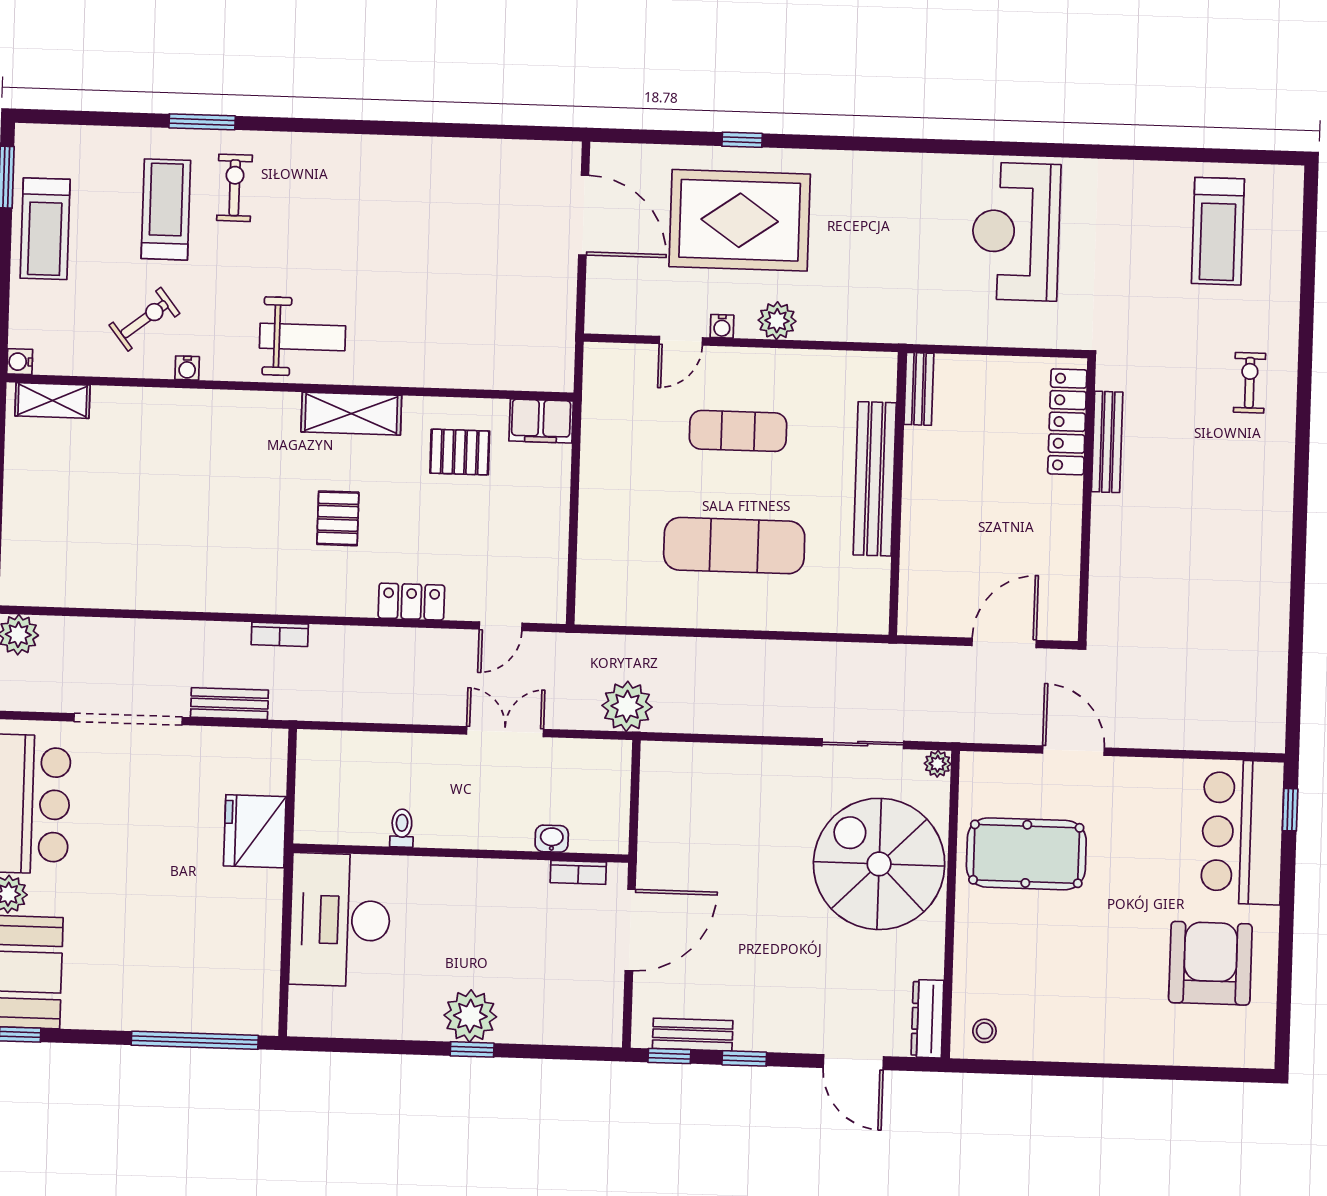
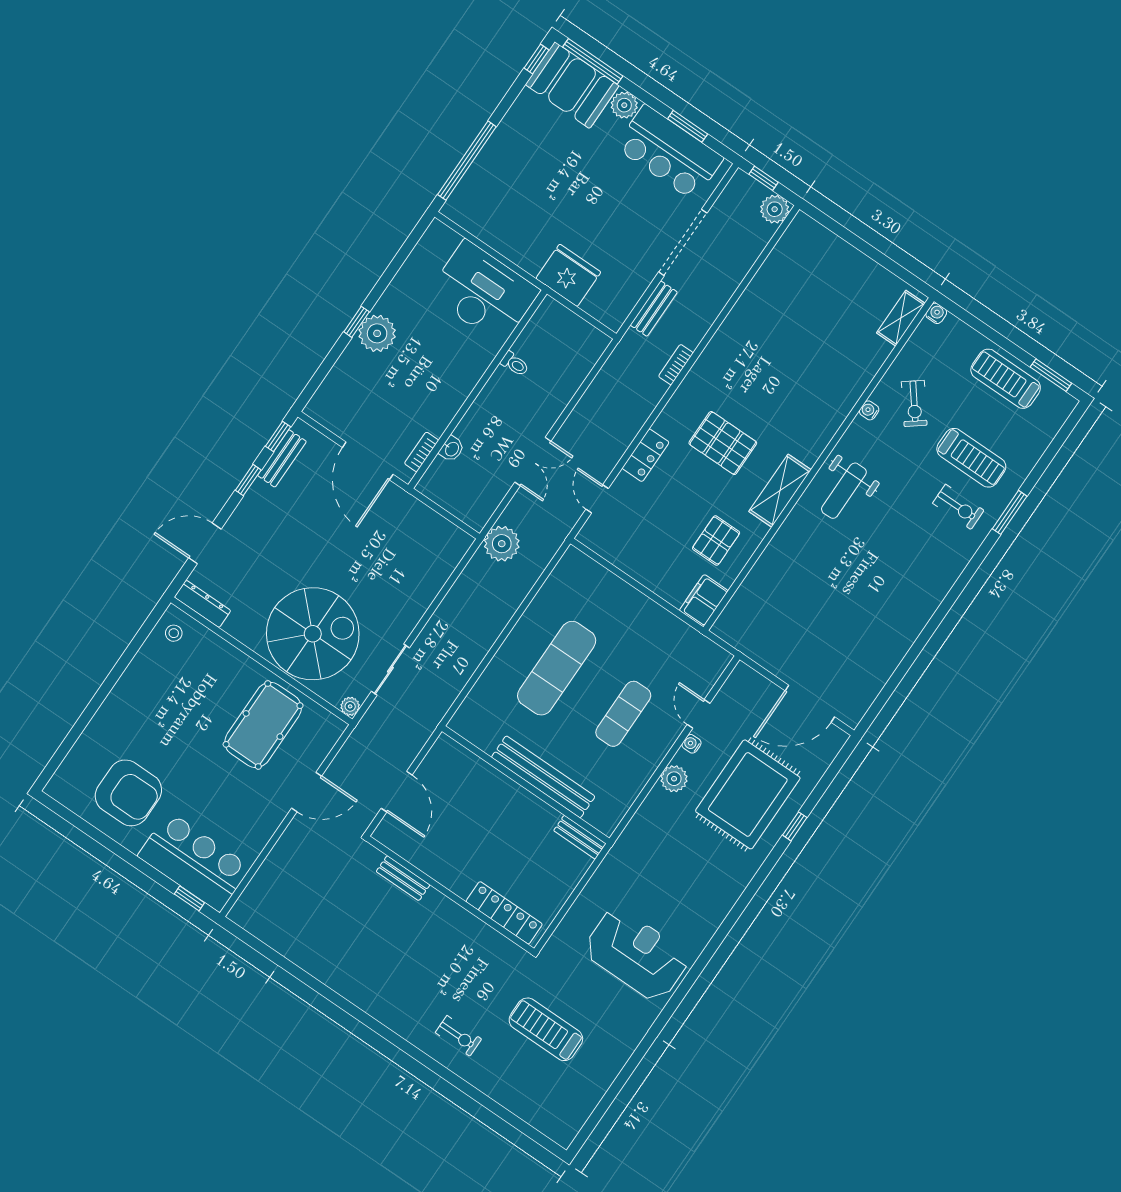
treadmill: (1218, 231) -> (546, 1029), moved
bench: (1107, 442) -> (403, 878), moved, width x0.73
pallet: (338, 518) -> (723, 443), width x1.50, depth x1.42

